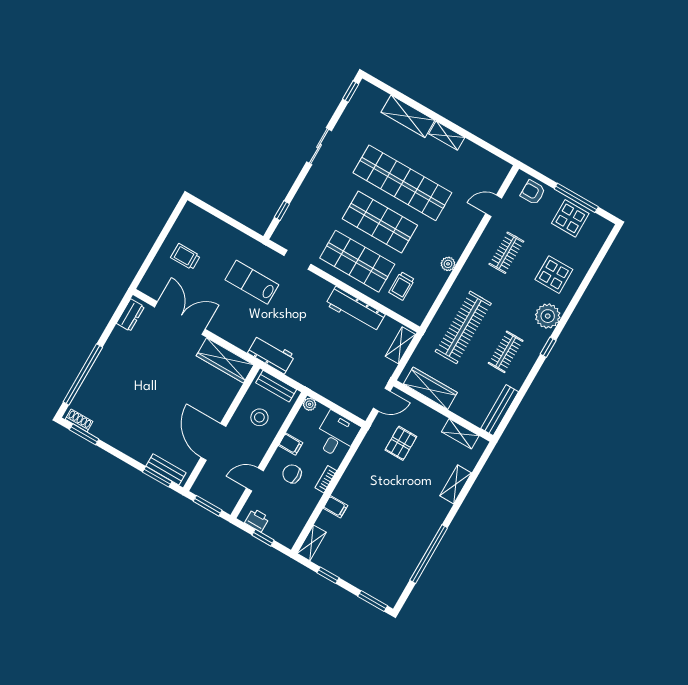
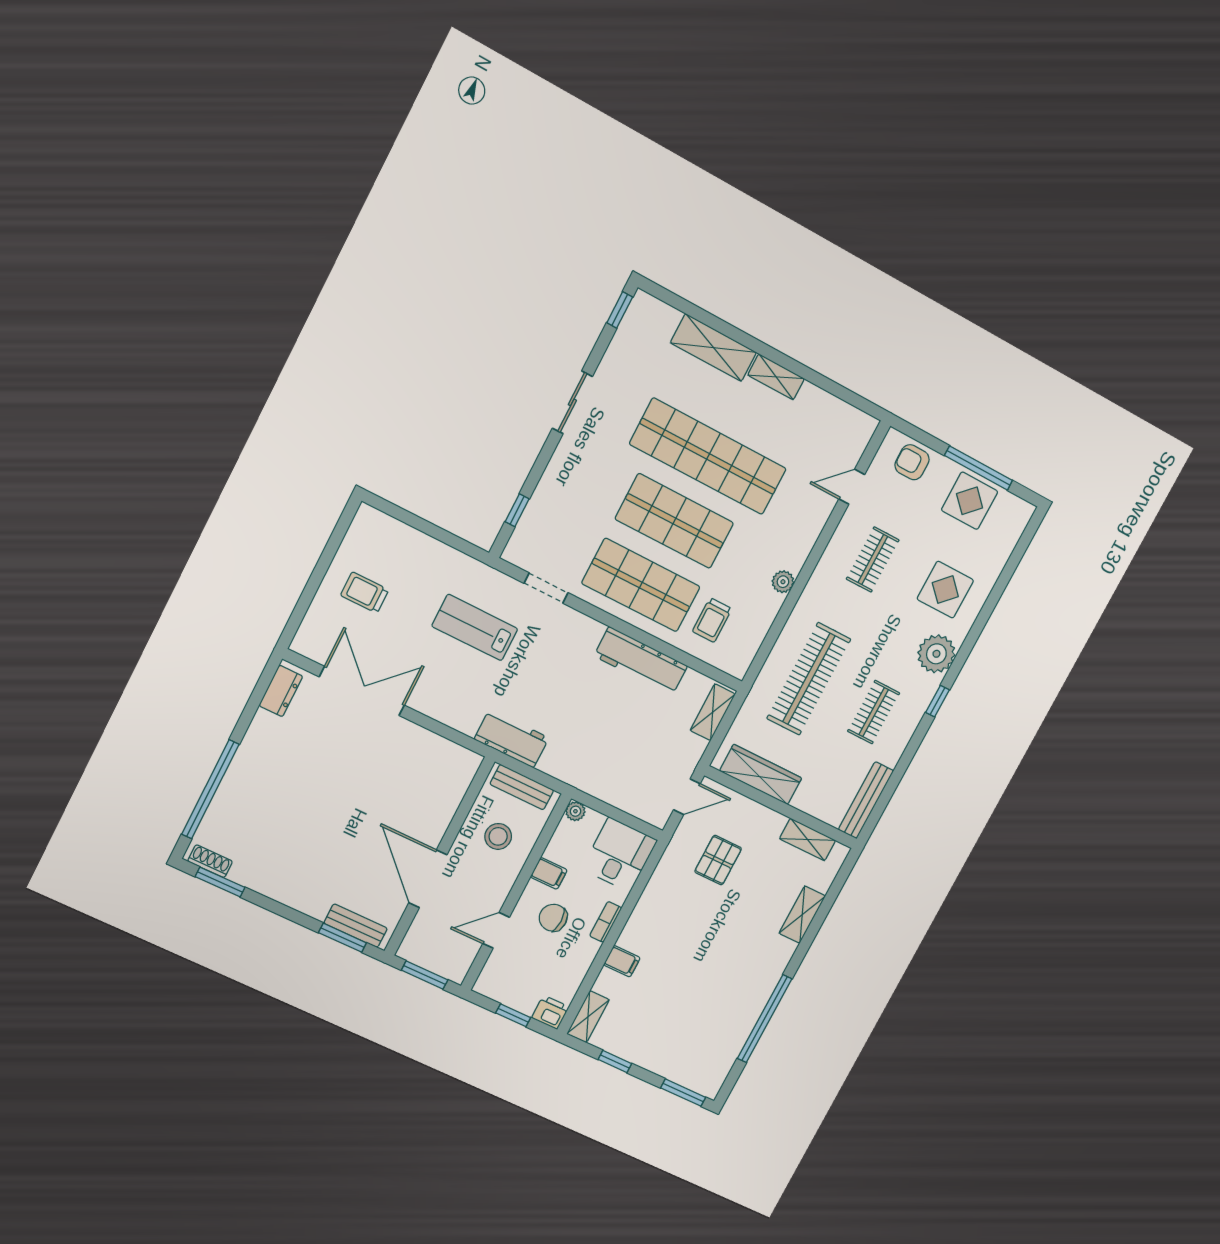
wardrobe: (225, 360) -> (439, 753), removed
printer: (257, 520) -> (550, 1012), moved

